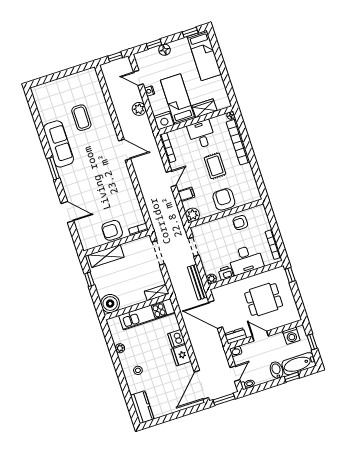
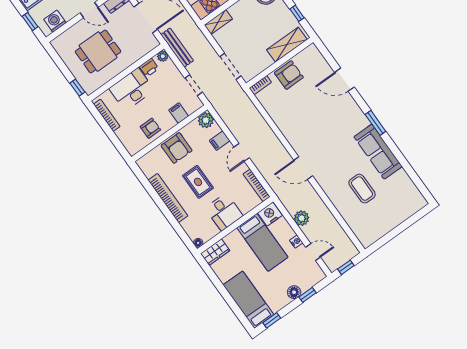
wardrobe: (204, 108) -> (215, 252), moved
bookcase: (238, 142) -> (168, 198), moved
filing cabinet: (213, 228) -> (179, 113), added

